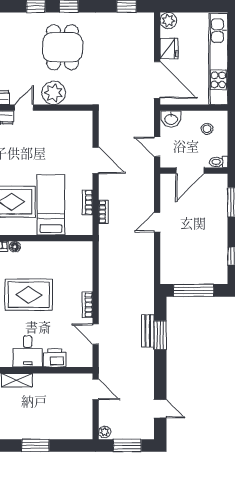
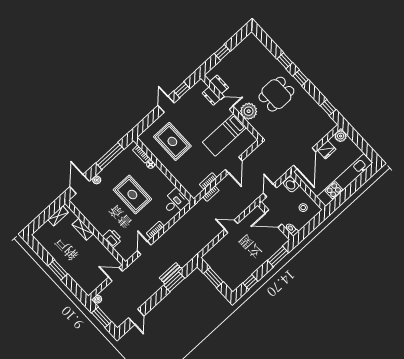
bed: (51, 205) -> (224, 135), moved, turned 180
window: (194, 290) -> (213, 278), width x0.69
desk: (28, 351) -> (175, 202), moved, turned 180
door: (96, 389) -> (115, 274), swing flipped

